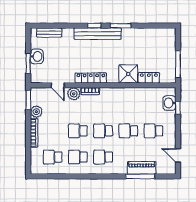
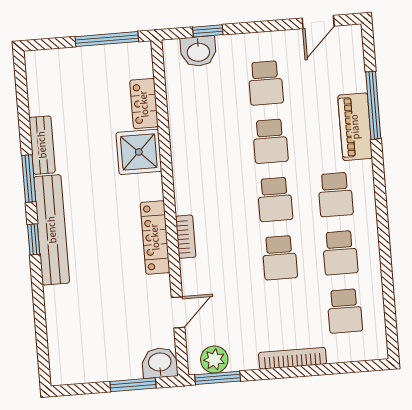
bench: (49, 33) -> (42, 145), moved
washbasin: (37, 56) -> (160, 363), moved
plant: (74, 94) -> (195, 274), removed
plant: (36, 112) -> (214, 359), moved
piano: (142, 168) -> (355, 127), moved

